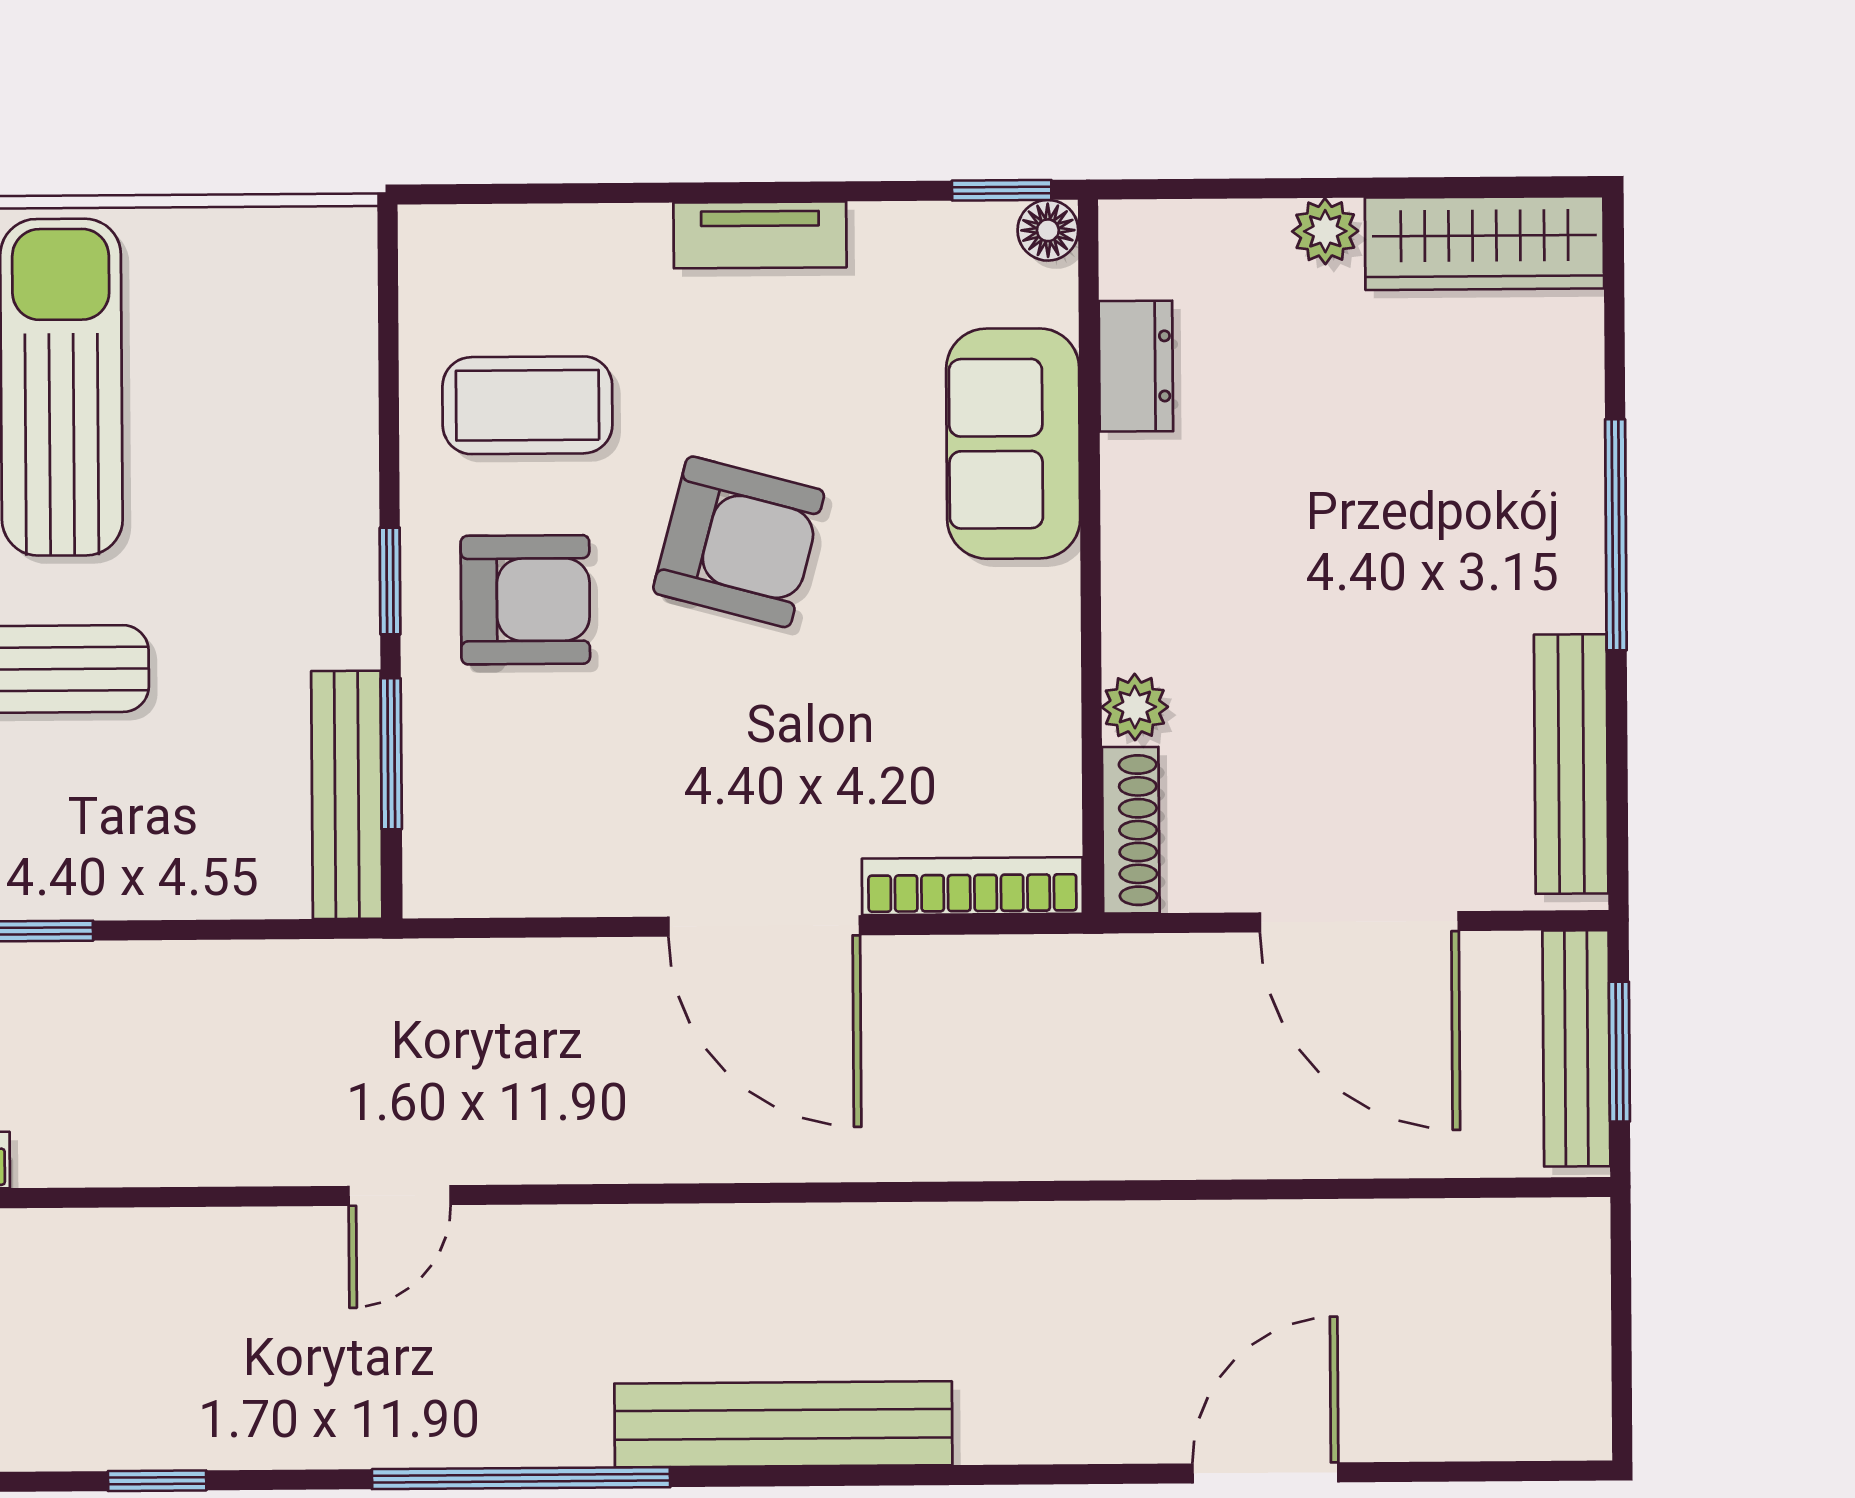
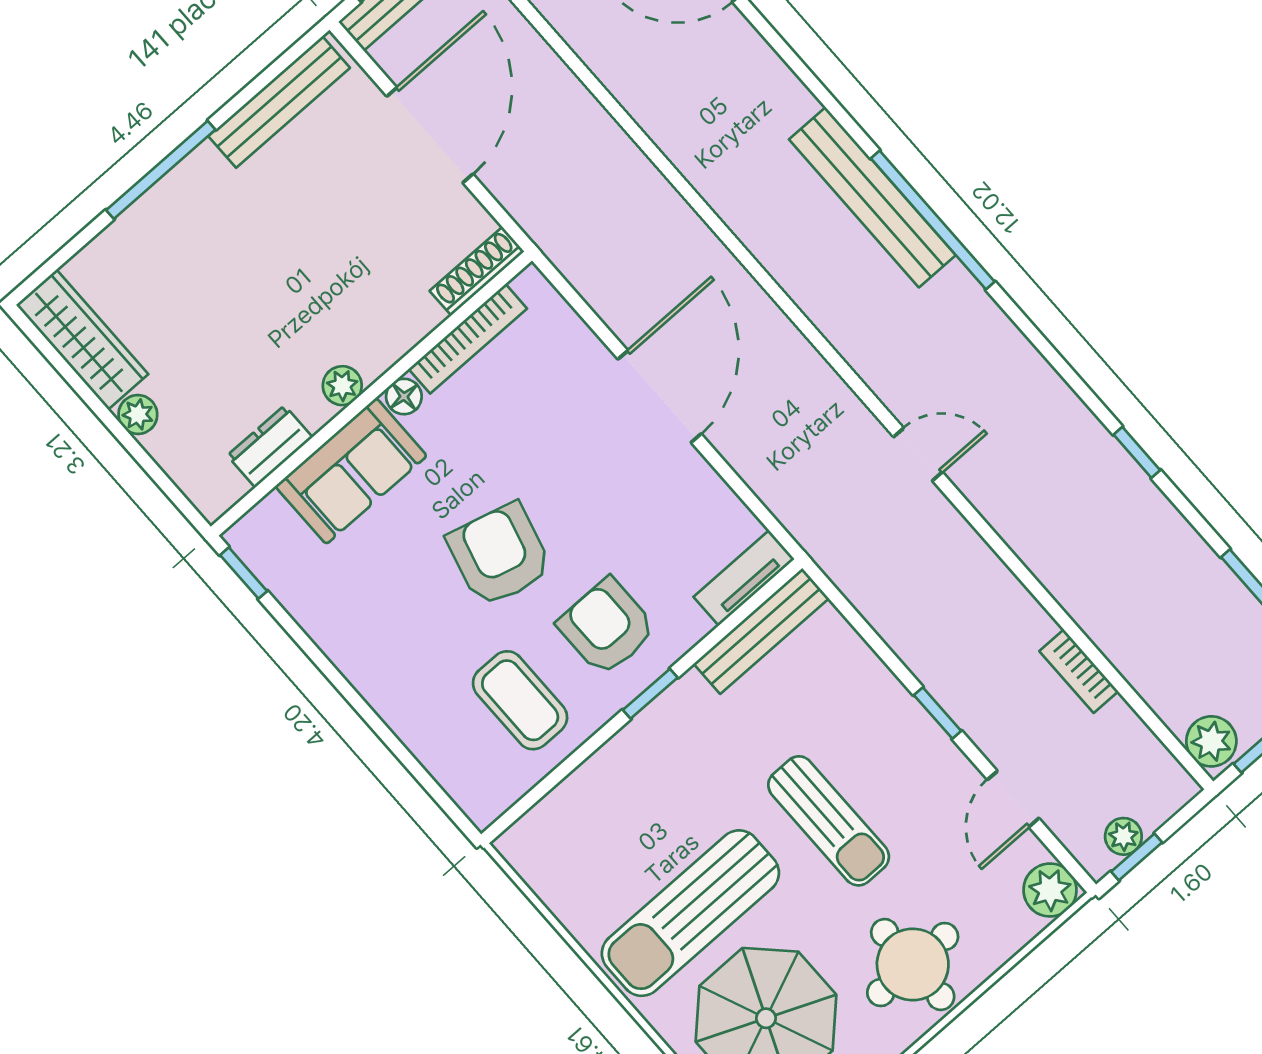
floor lamp: (1048, 230) -> (404, 397), moved
tv unit: (760, 235) -> (744, 578), moved, turned -90
plant: (1135, 707) -> (342, 386), moved
window: (391, 754) -> (726, 627), removed
bookcase: (972, 886) -> (468, 339), moved, turned -90
window: (521, 1478) -> (933, 220), moved

